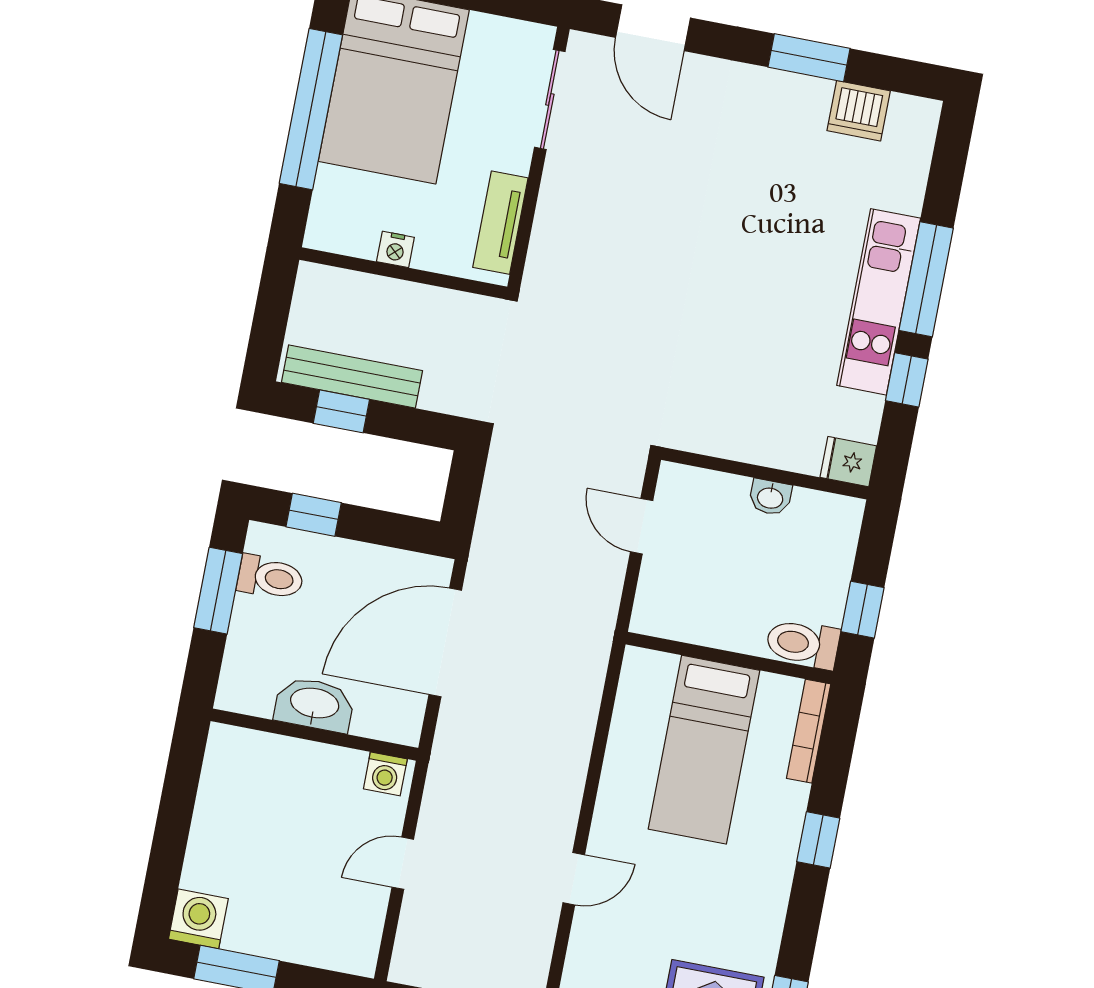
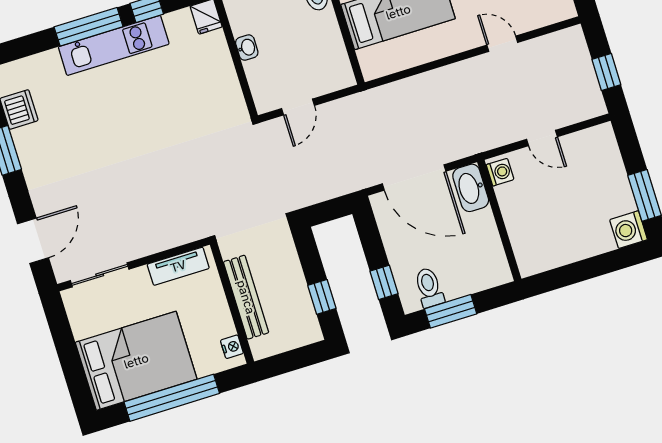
nightstand: (395, 249) -> (232, 347), moved
bench: (352, 377) -> (246, 297), moved
washbasin: (314, 704) -> (471, 188), moved

